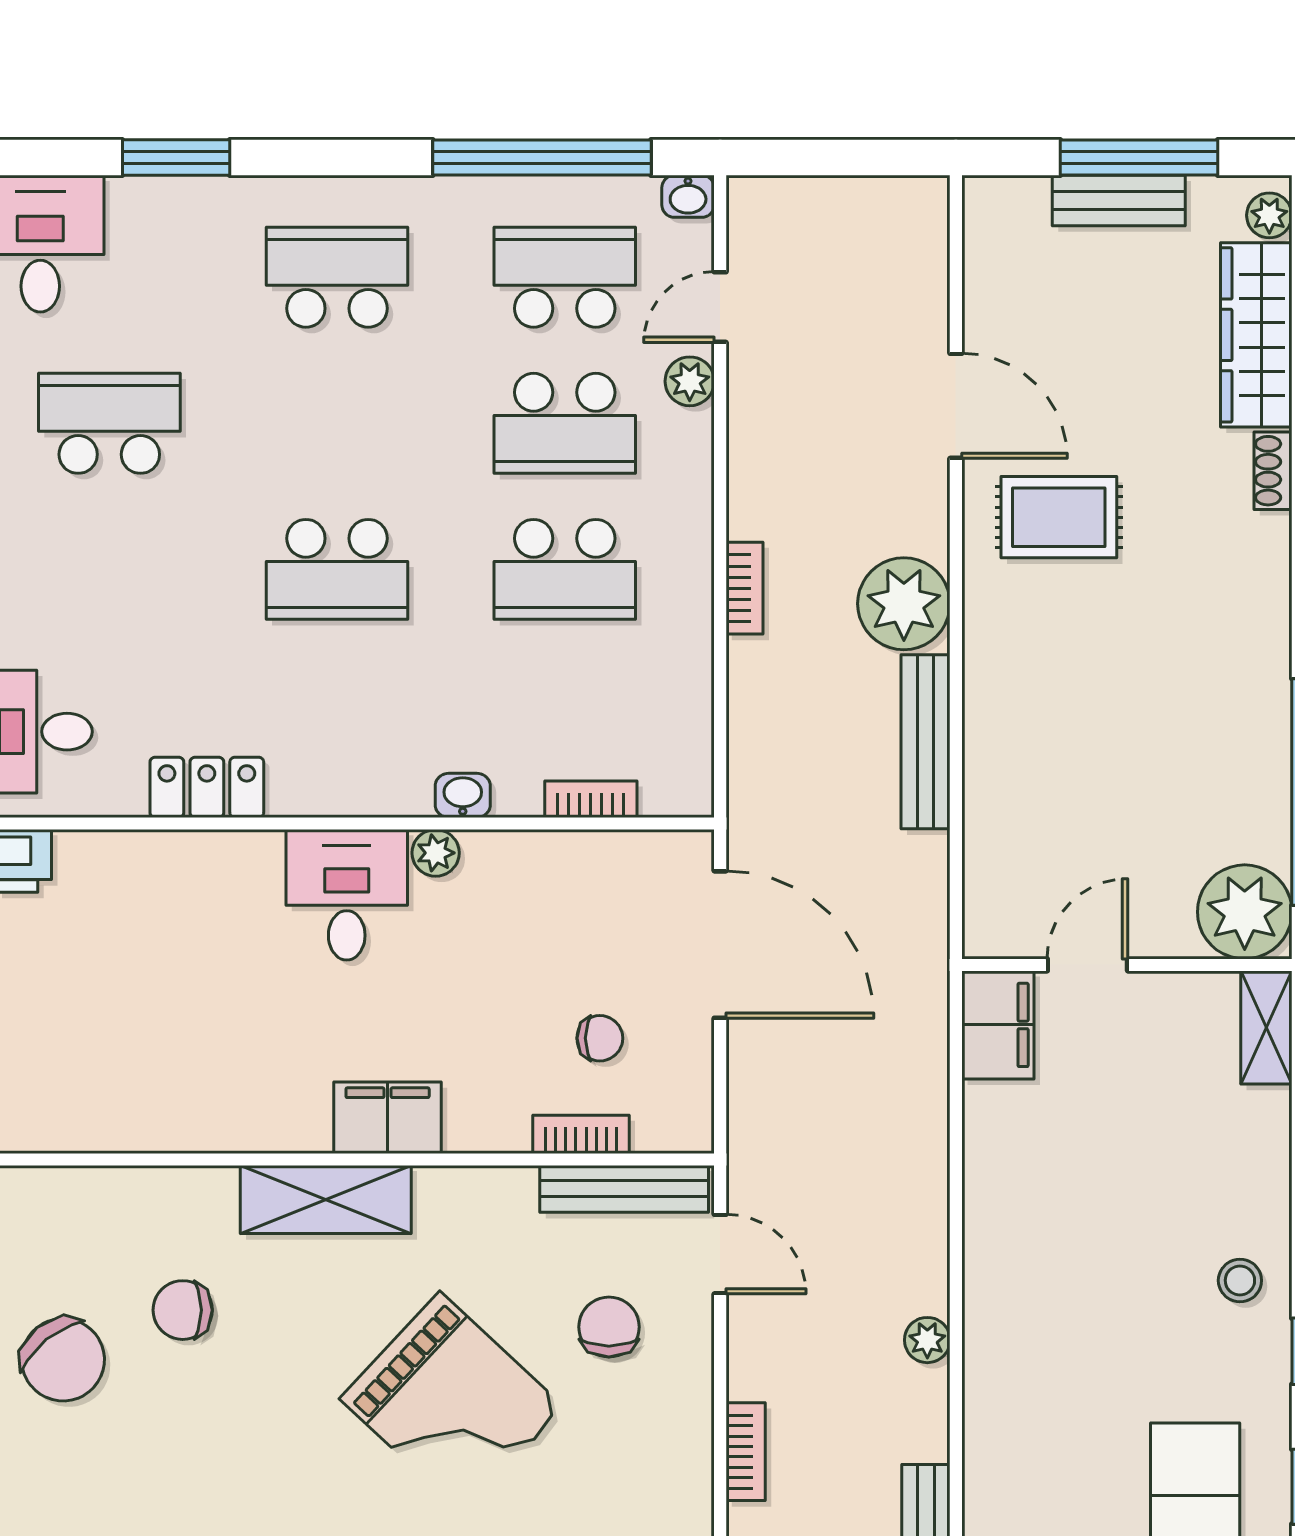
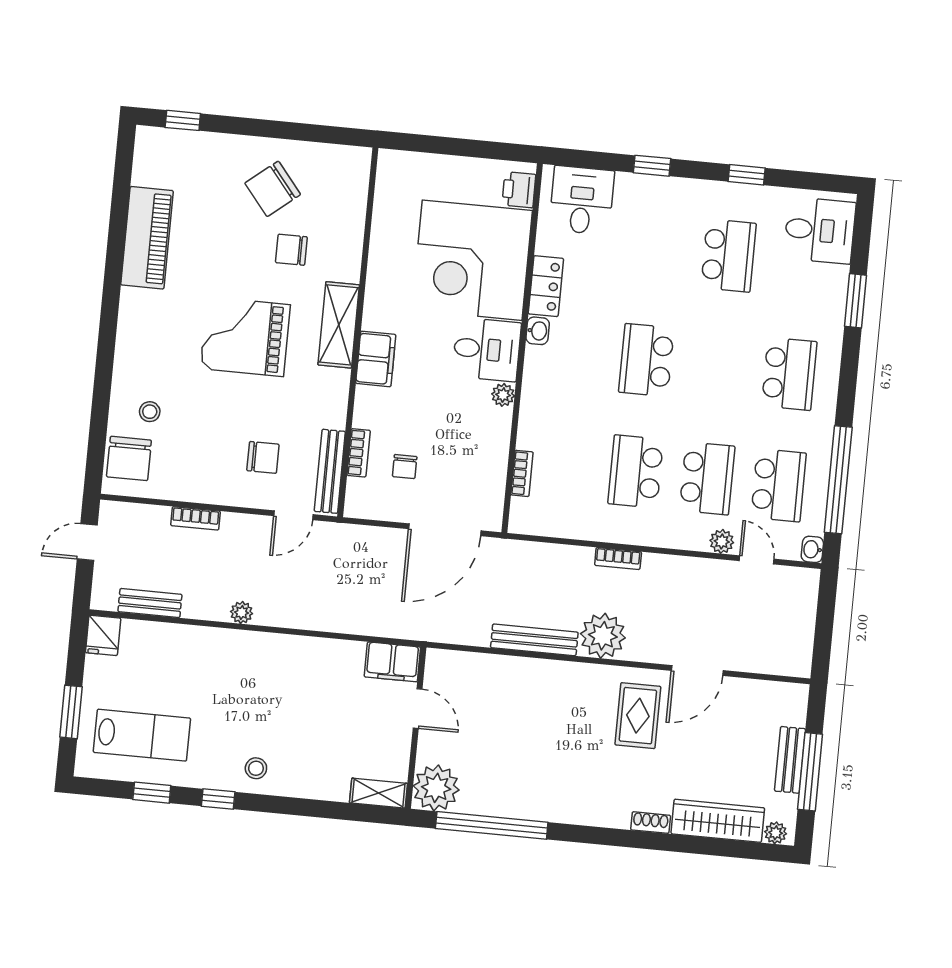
school desk: (565, 423) -> (707, 478), turned 180
washbasin: (463, 795) -> (538, 331), moved
corner desk: (169, 942) -> (472, 260), added
chair: (183, 1310) -> (291, 250), turned -90
grand piano: (452, 1403) -> (245, 337), moved, turned 47

